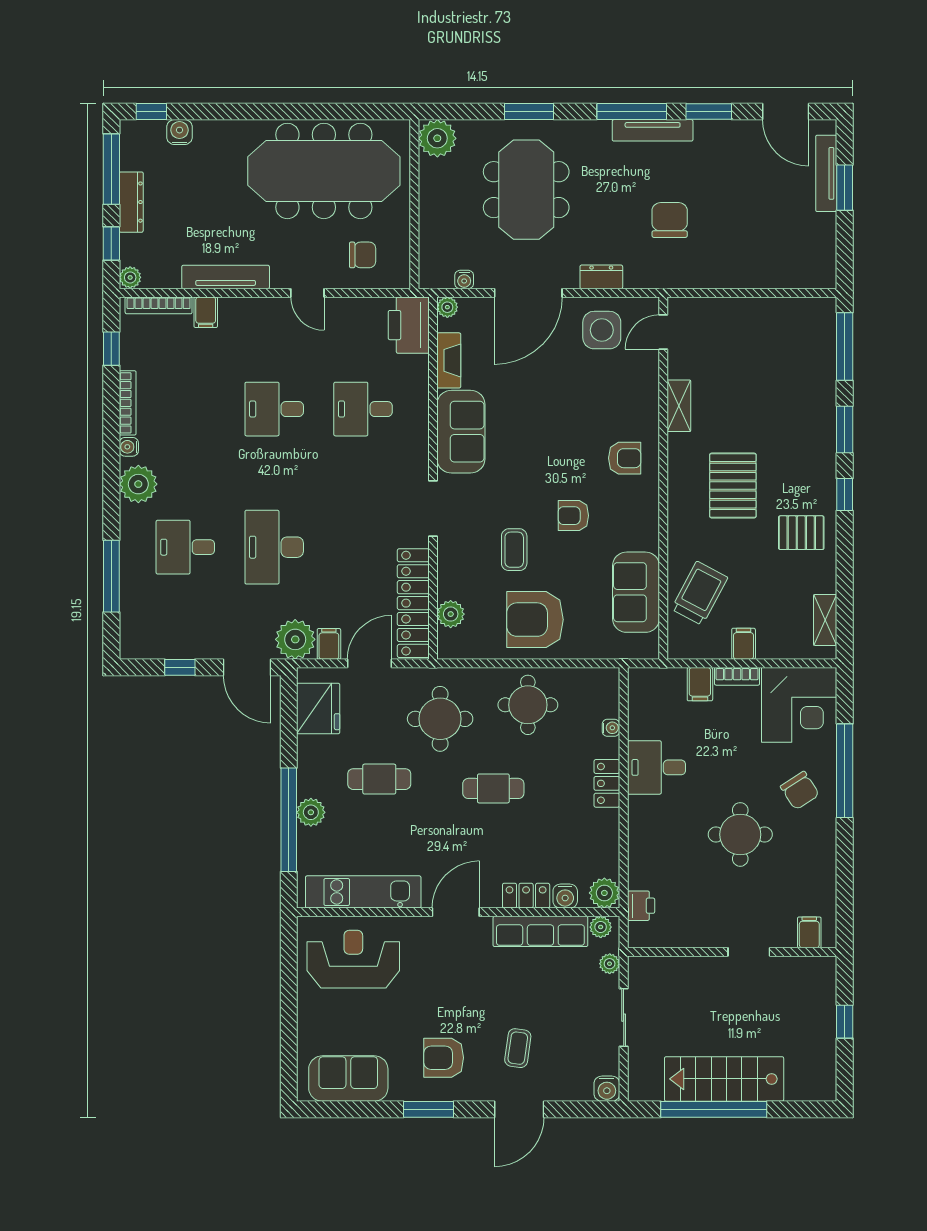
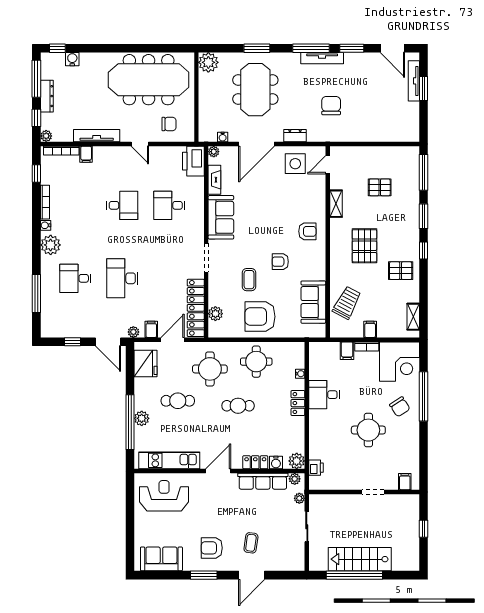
pallet: (762, 375) -> (380, 187), added
desk: (274, 409) -> (122, 205), turned 180
plant: (295, 639) -> (133, 332), width x0.53, depth x0.53
water cooler: (607, 1089) -> (298, 564), removed

